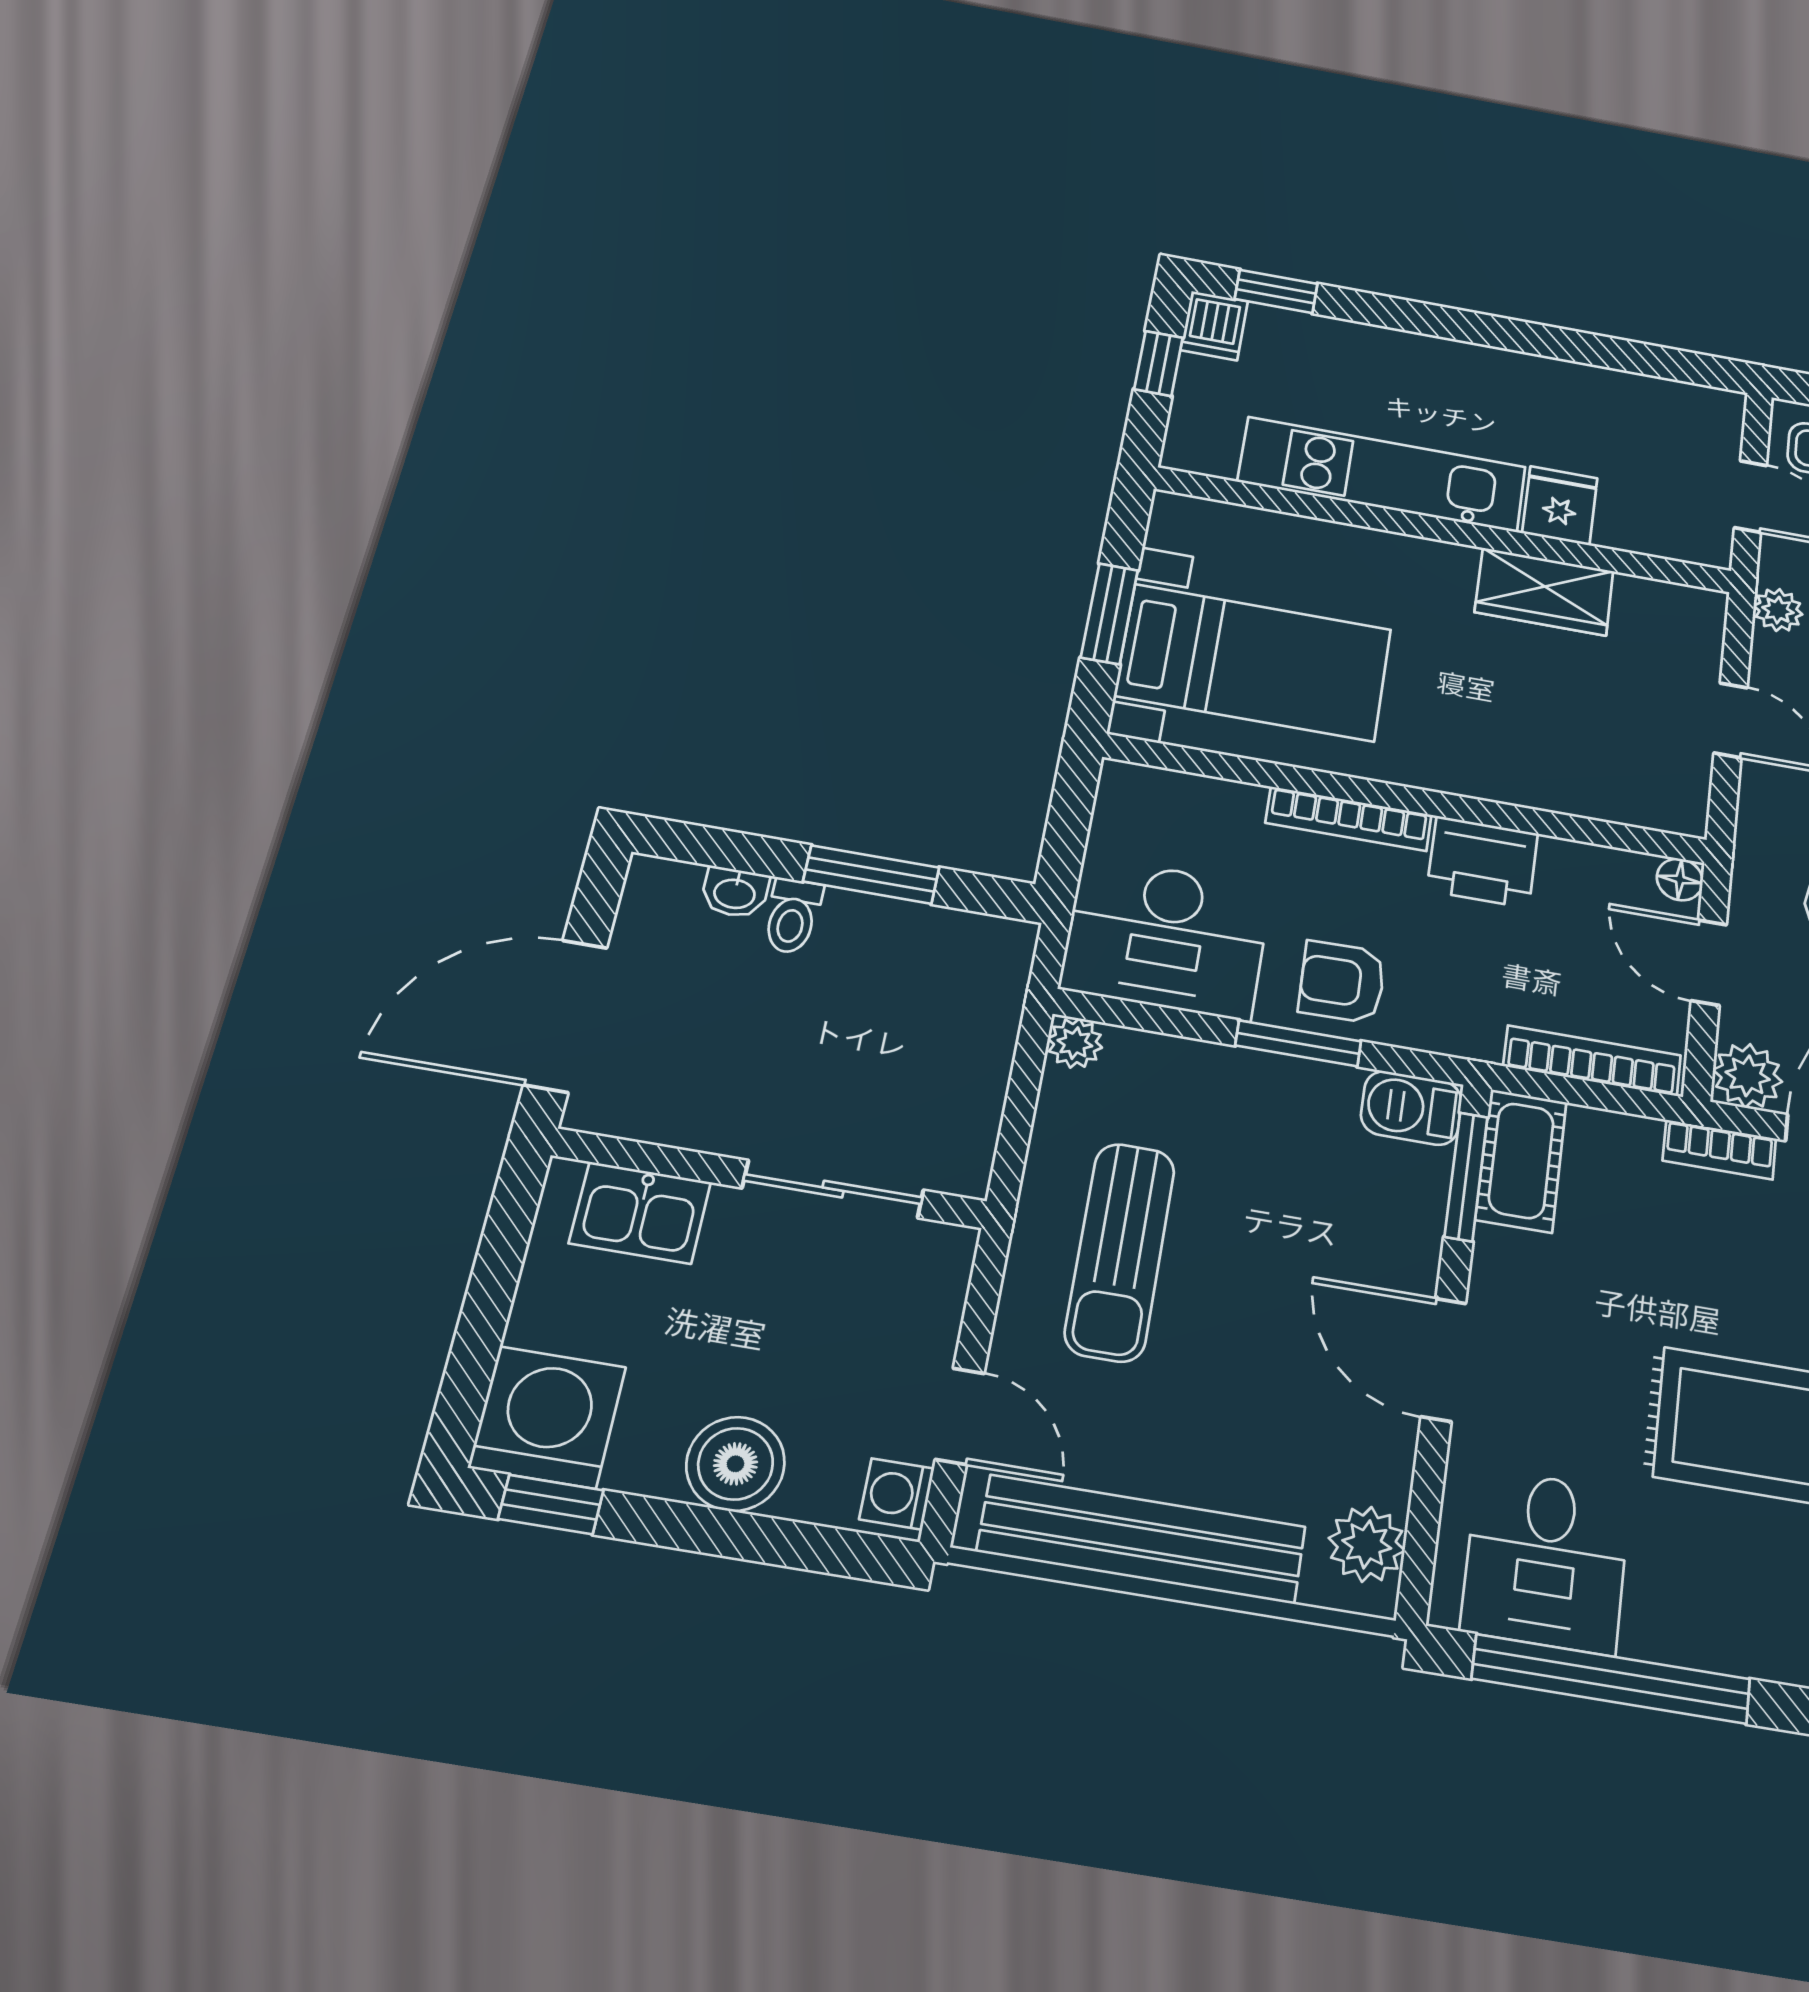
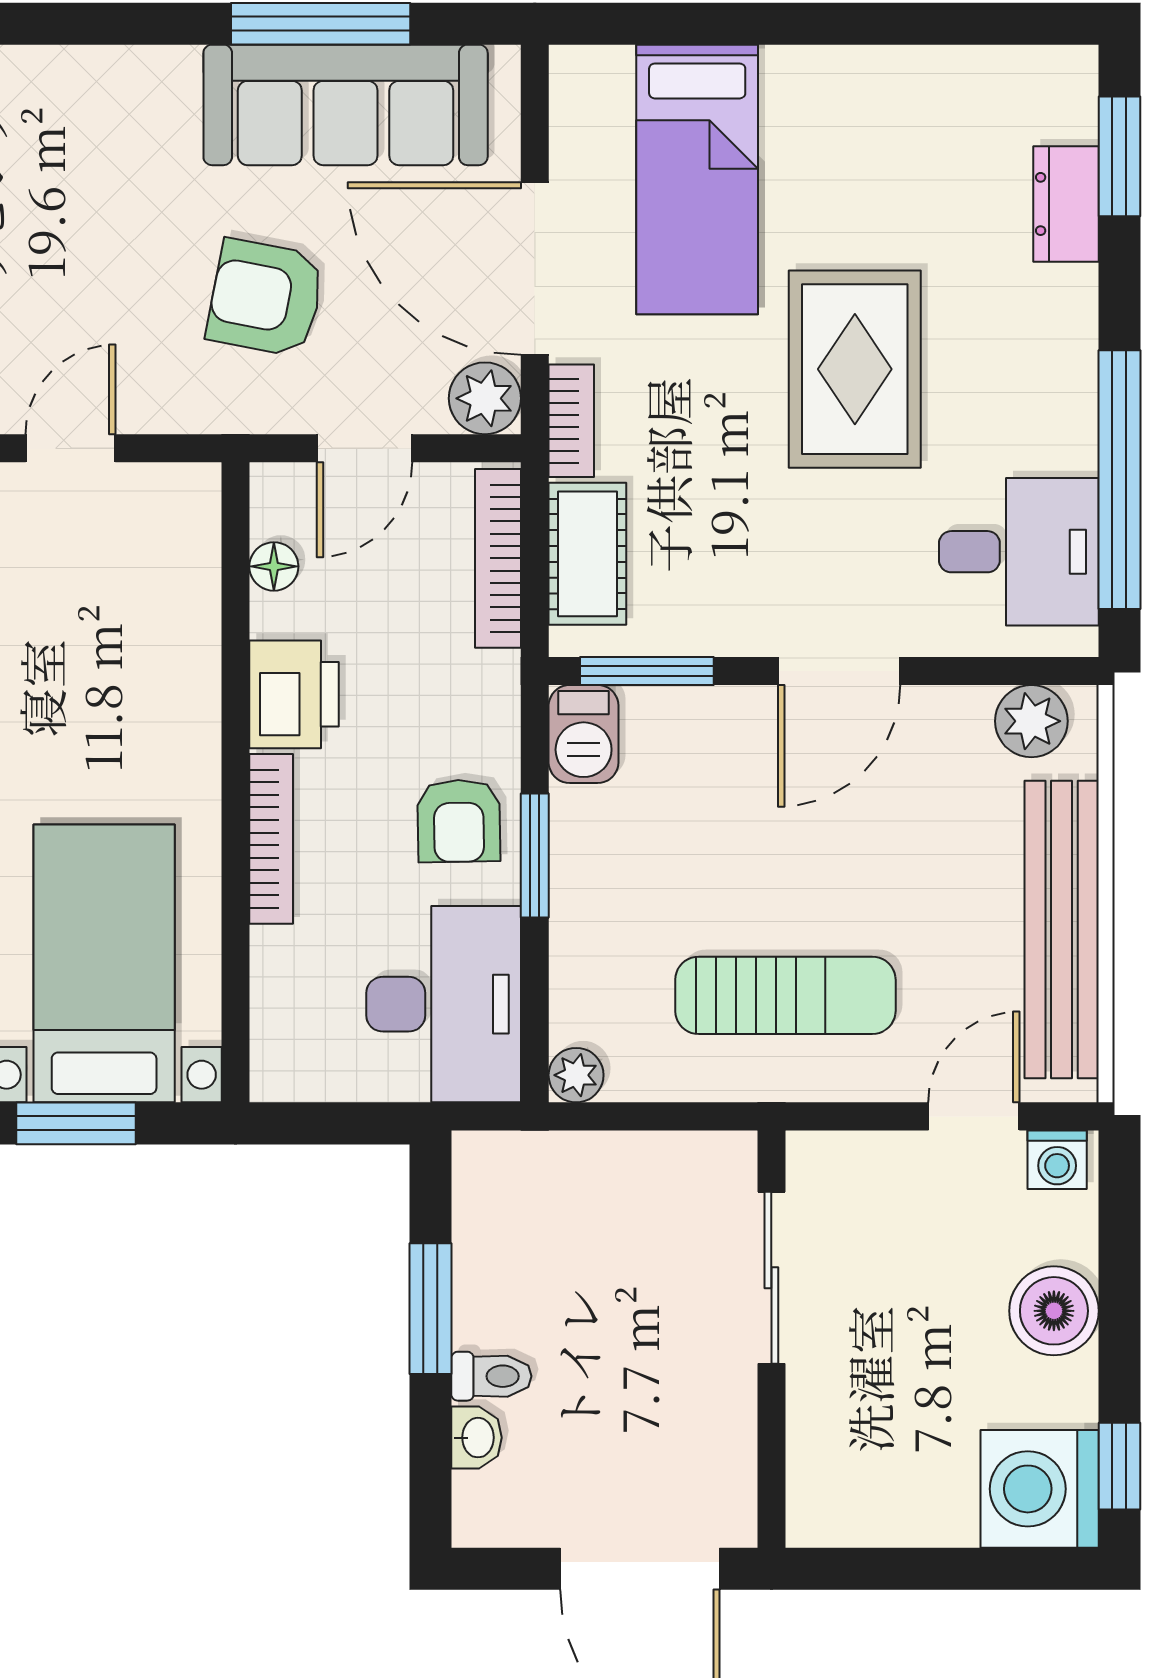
floor lamp: (1680, 879) -> (274, 566), moved
cot: (1521, 1161) -> (587, 554), moved, turned 90
kitchen sink: (640, 1213) -> (828, 1452), removed

